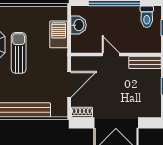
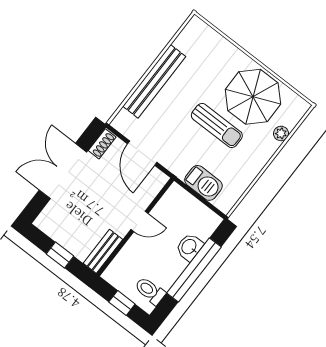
washbasin: (78, 25) -> (189, 247), moved, turned 90

